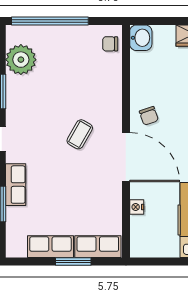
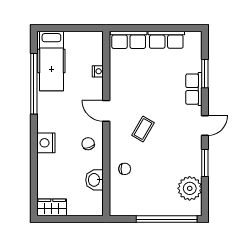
washbasin: (141, 38) -> (94, 180), moved
chair: (110, 44) -> (125, 169), moved
door: (126, 157) -> (106, 111), width x0.53
window: (73, 261) -> (148, 28), removed

